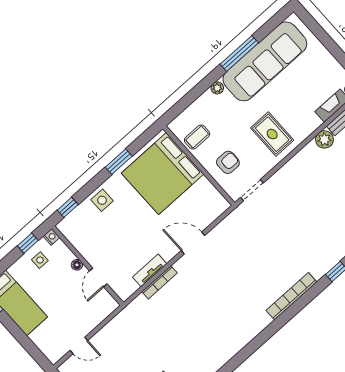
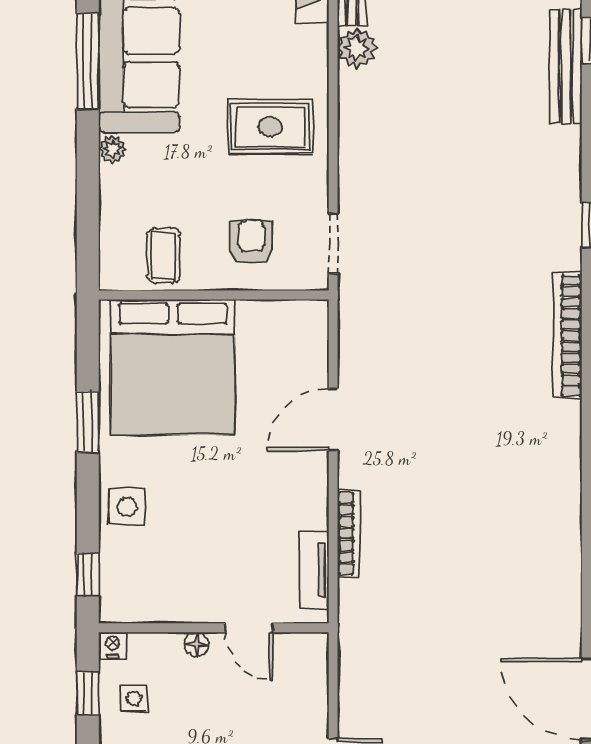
tv unit: (150, 270) -> (314, 570), moved

